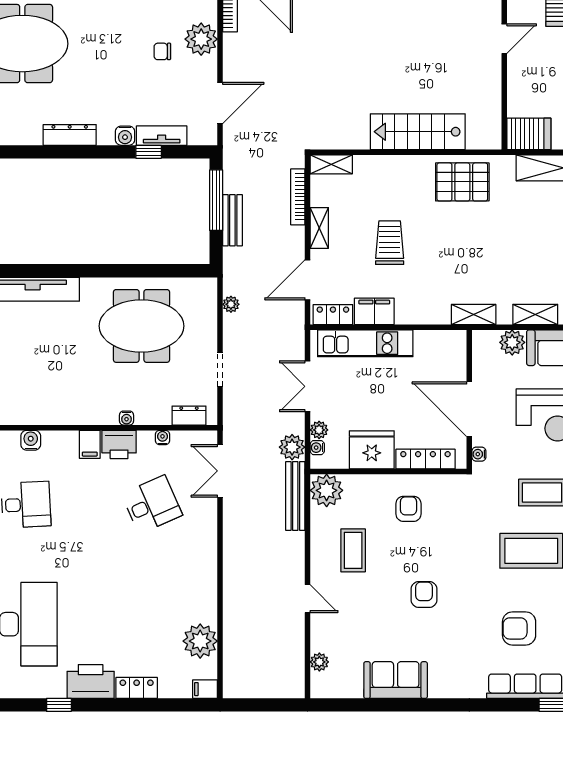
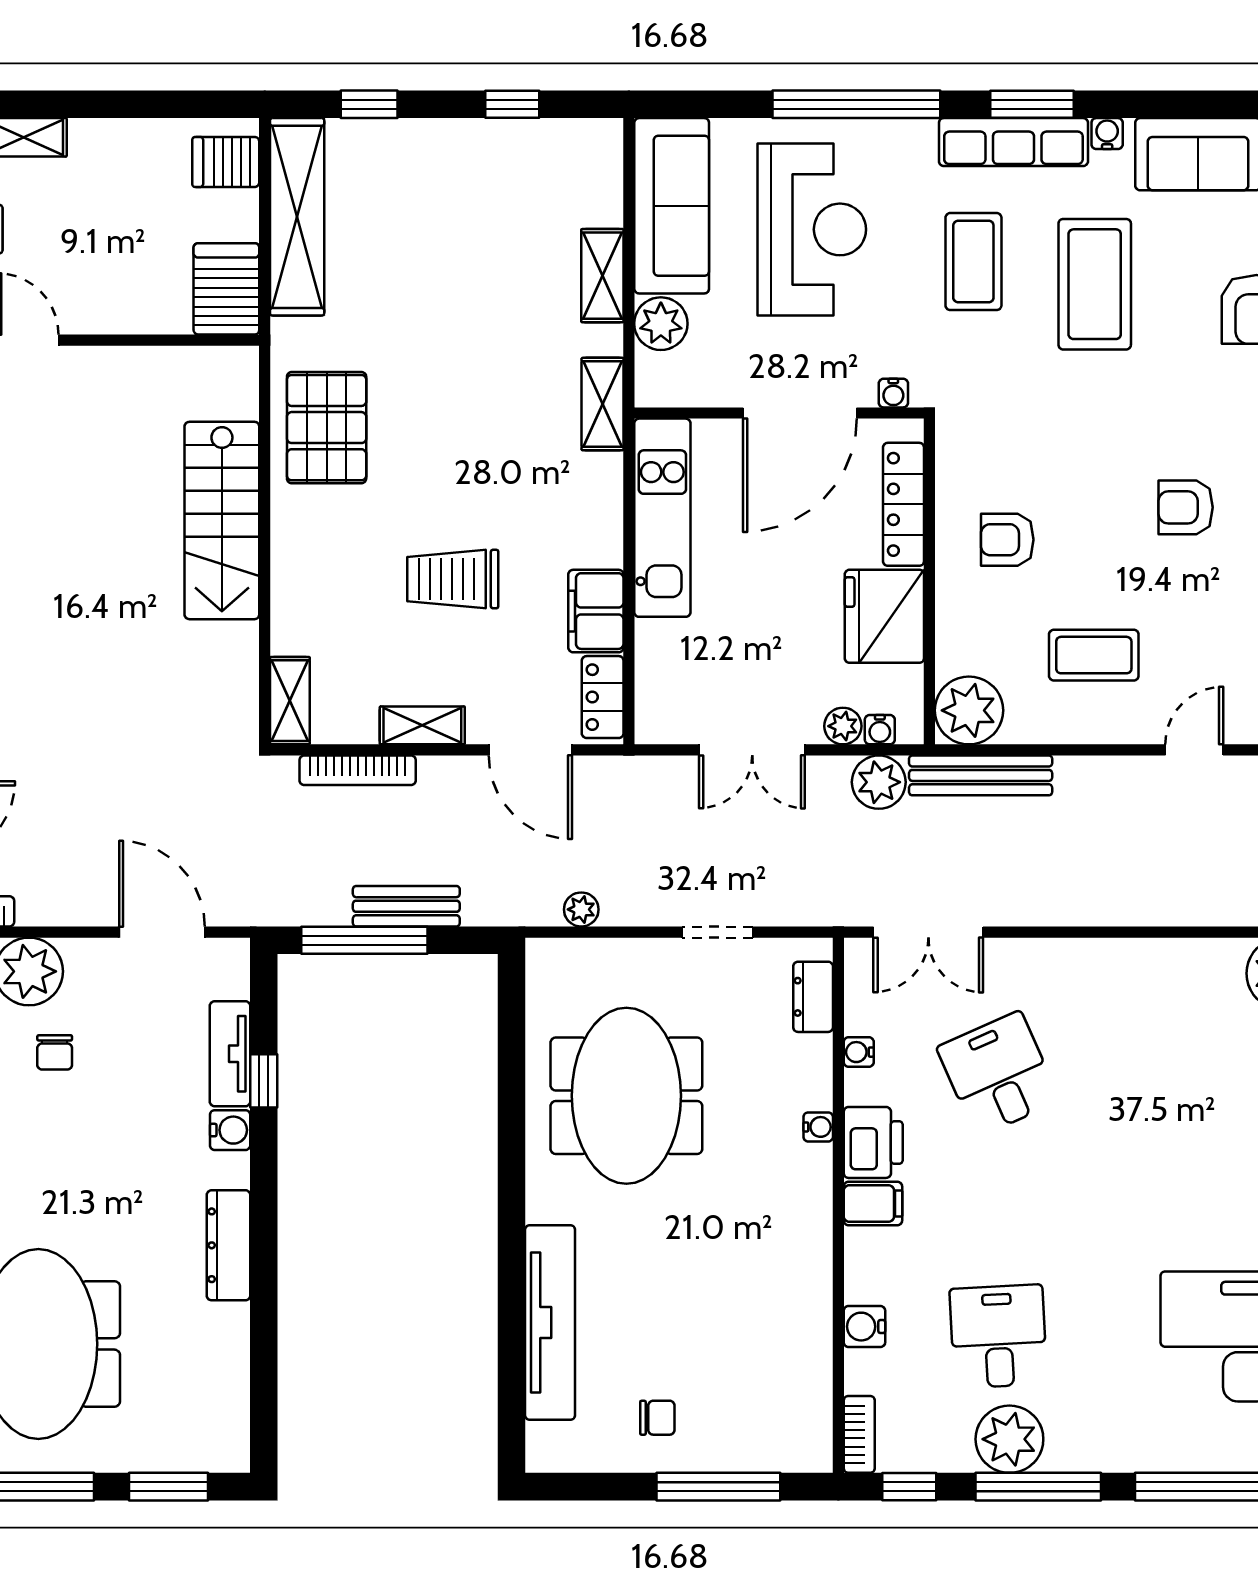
kitchen unit: (365, 343) -> (662, 518), moved

